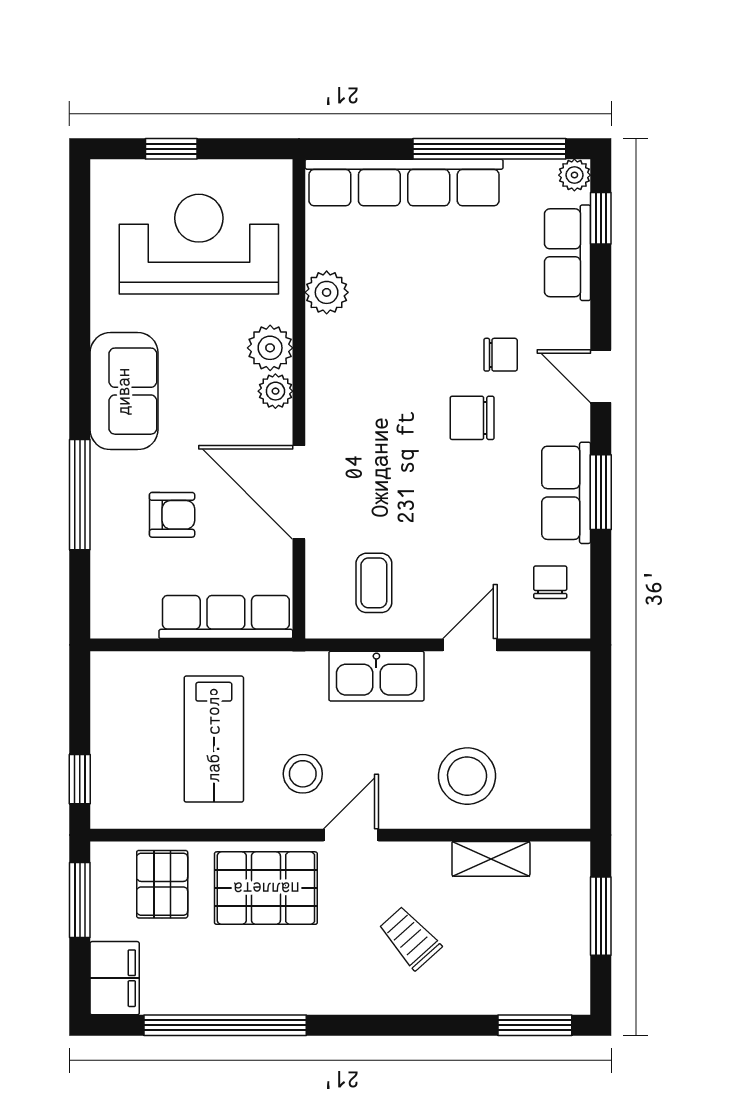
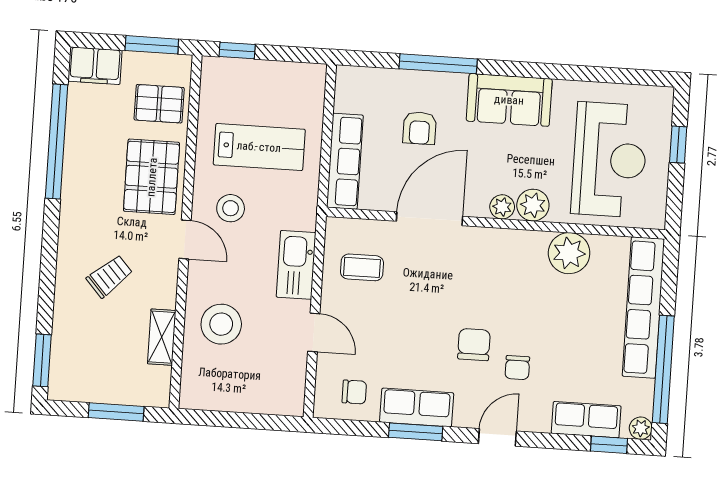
plant: (327, 292) -> (569, 253), width x1.36, depth x1.36
lab bench: (214, 739) -> (259, 147), turned 180

